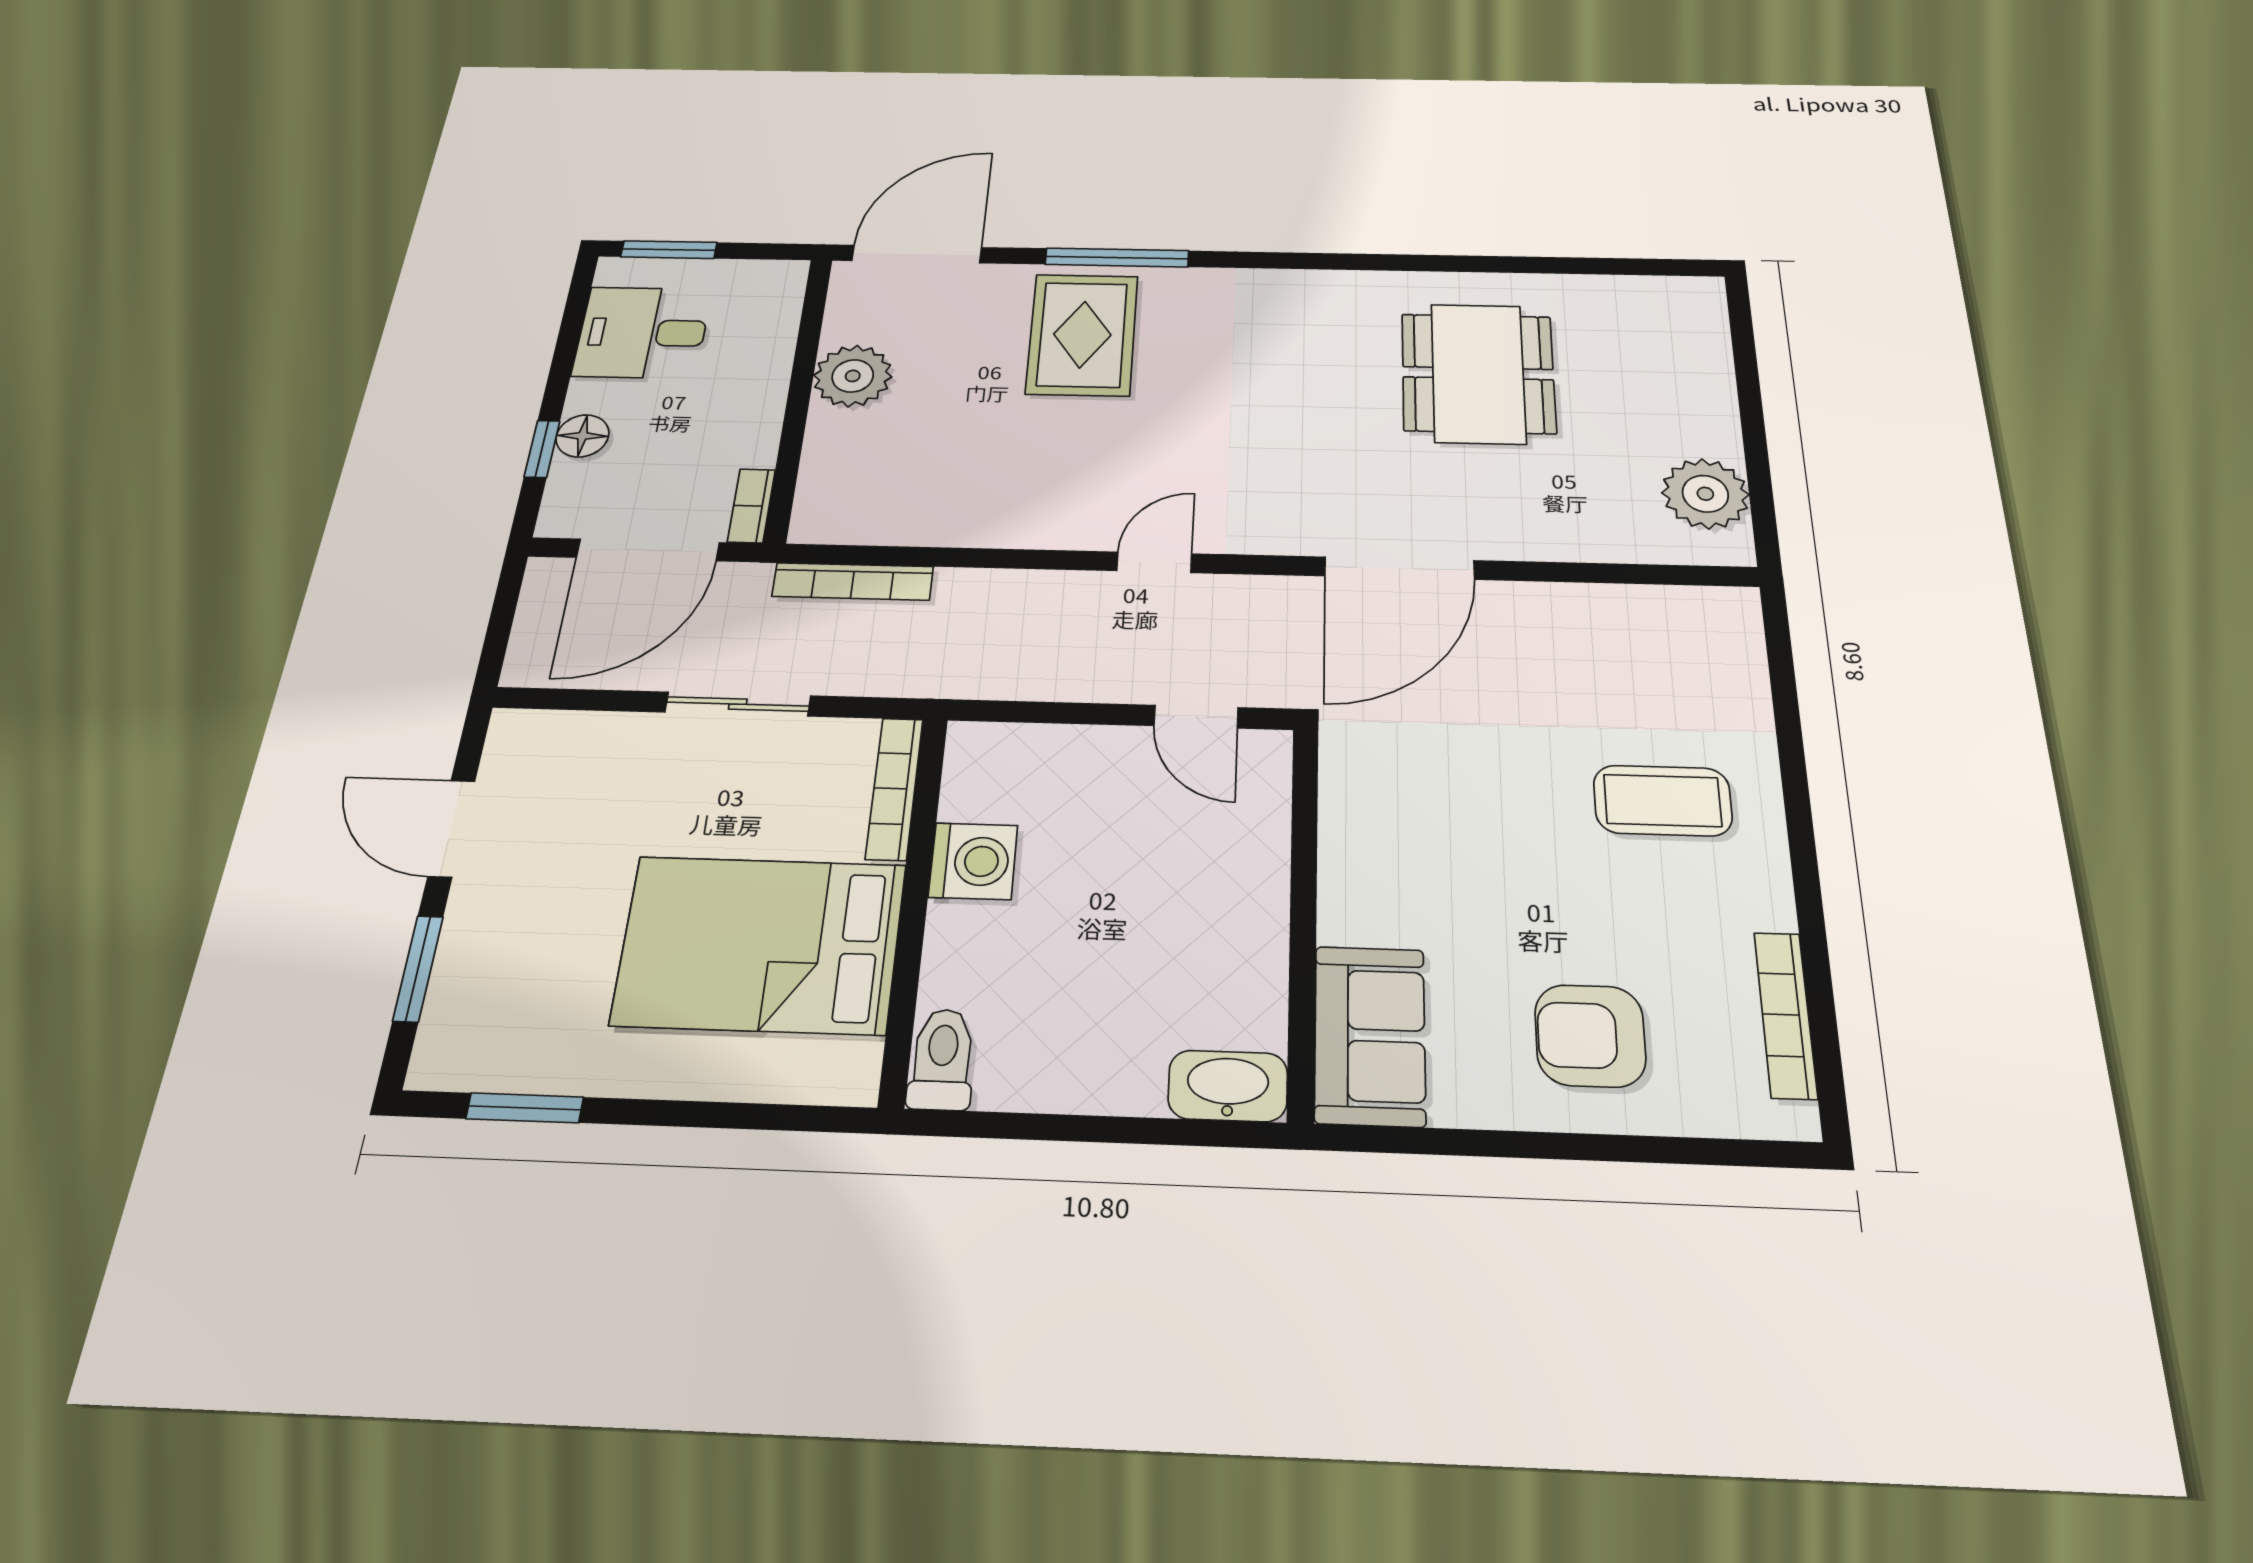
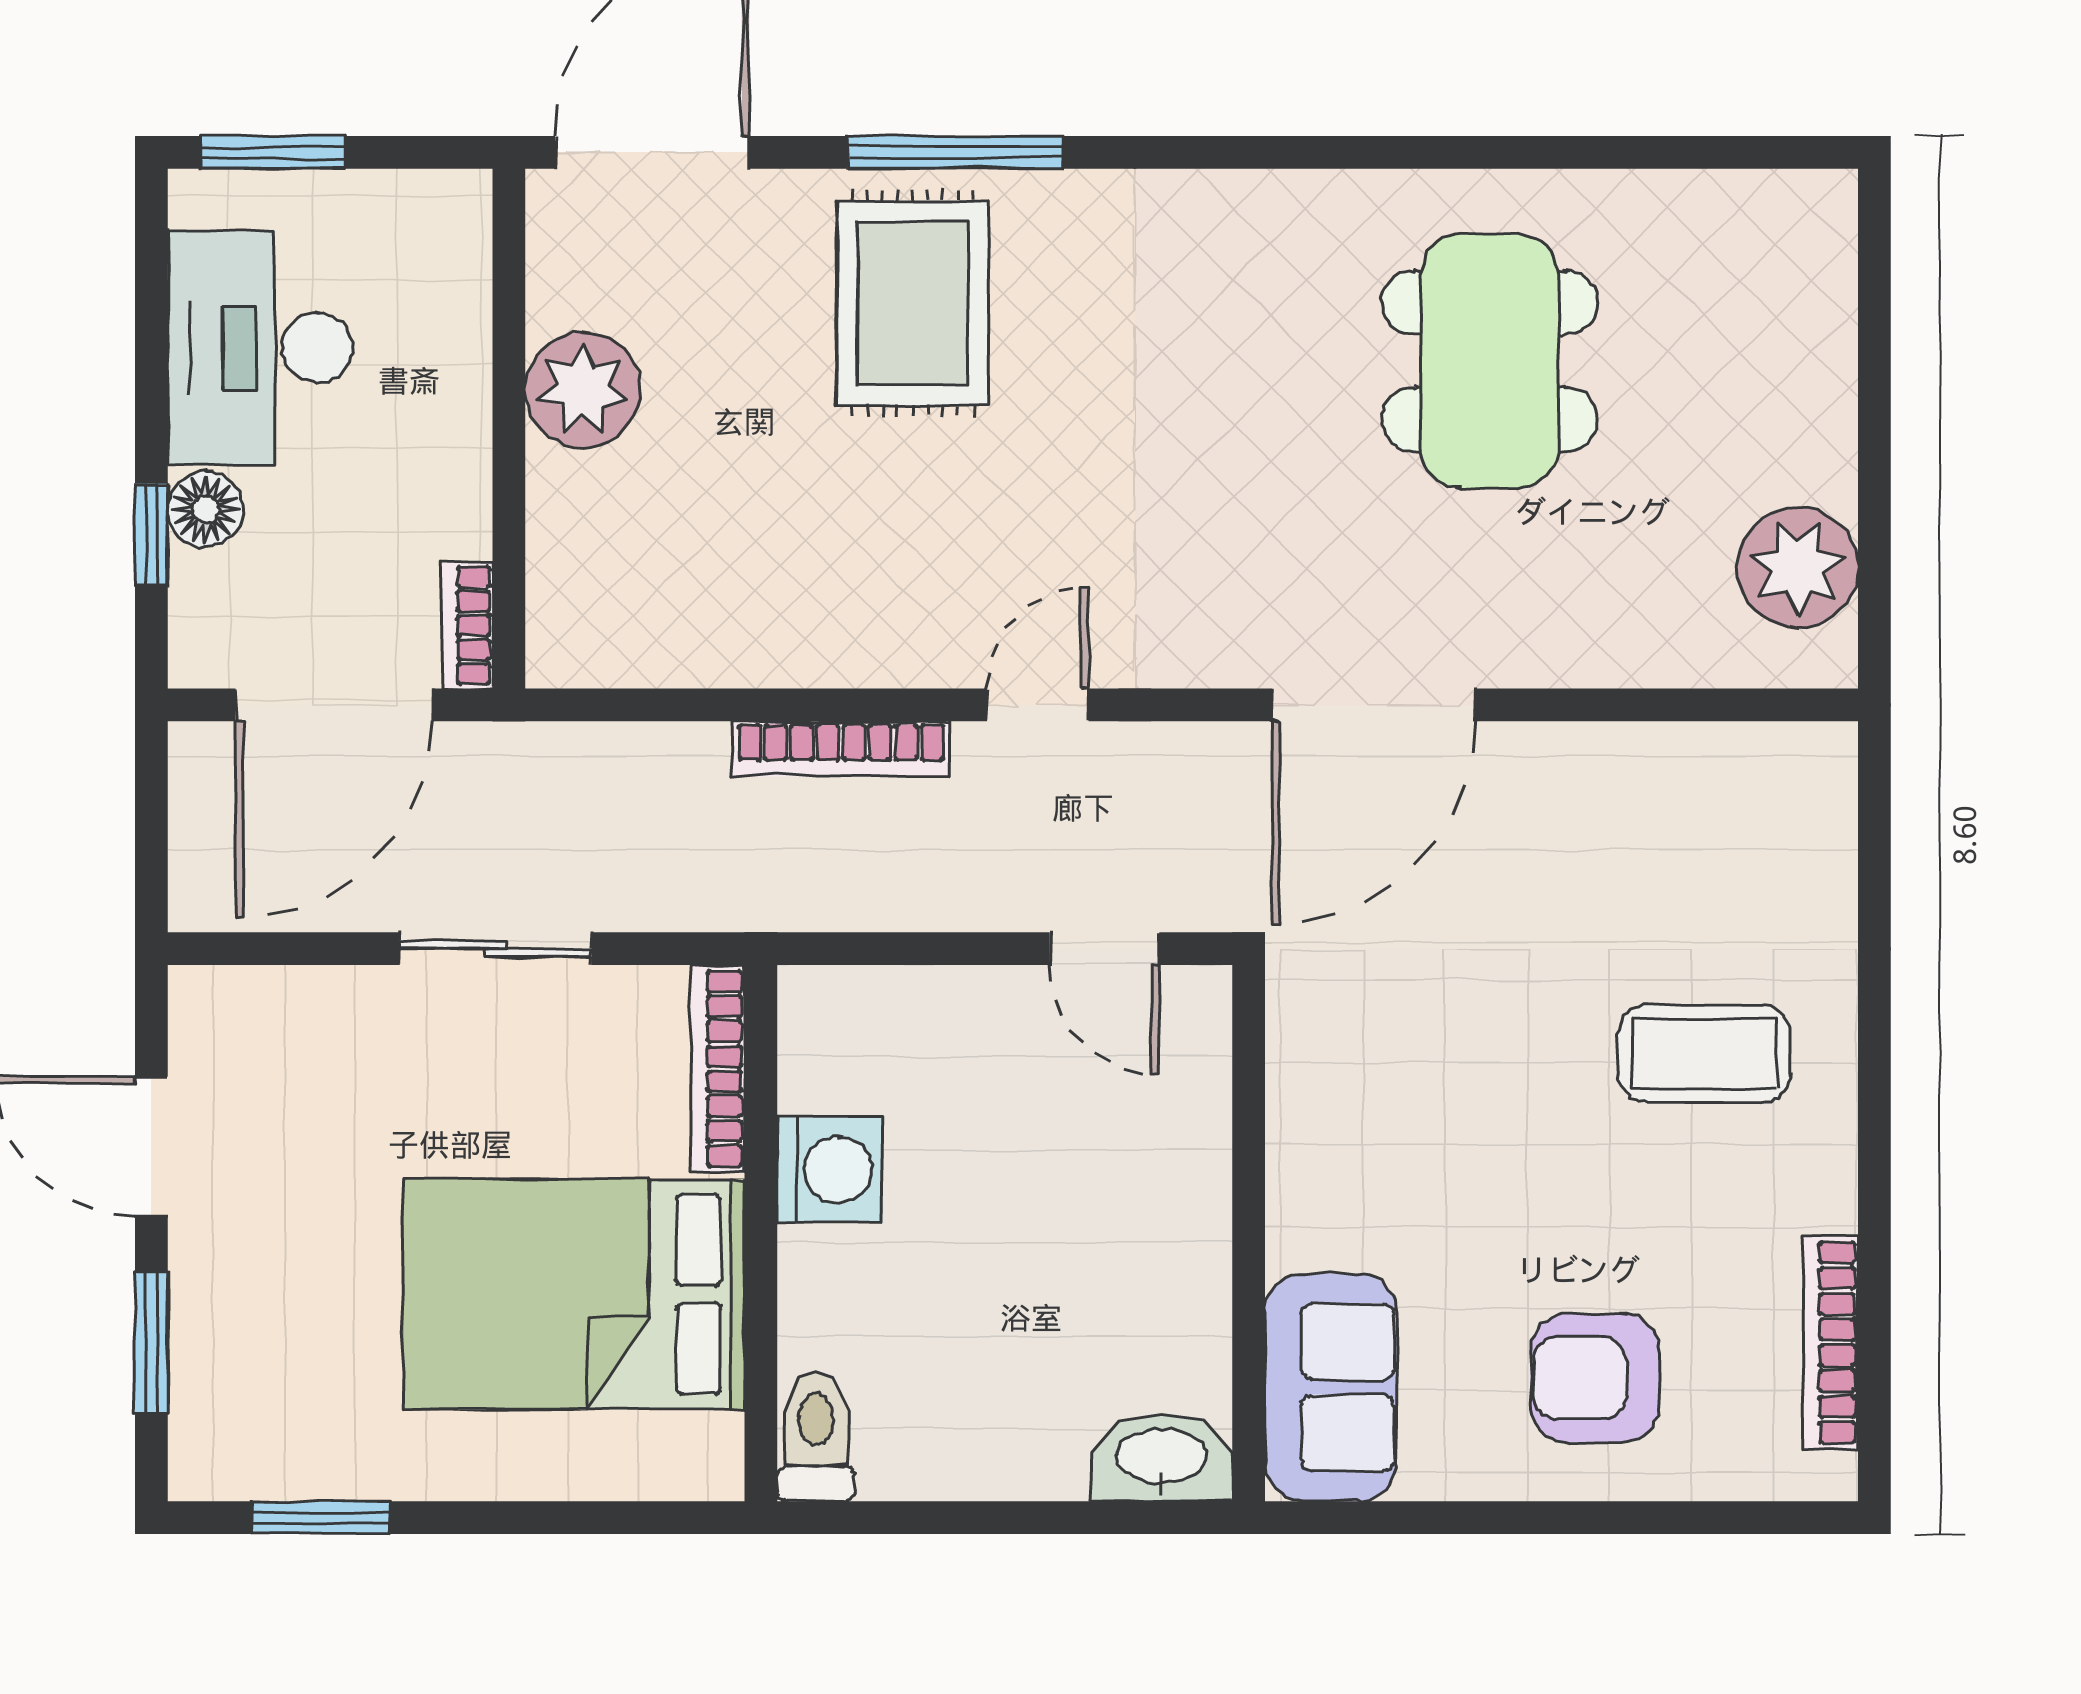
desk: (643, 332) -> (260, 348), width x1.37
bookcase: (853, 582) -> (841, 749), moved

